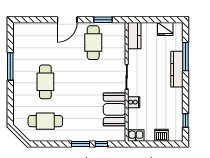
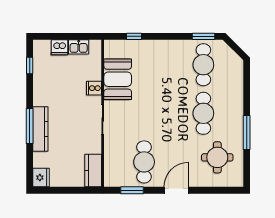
fridge: (165, 29) -> (41, 178), moved, turned 90
round table: (34, 46) -> (217, 157), added
window: (186, 57) -> (30, 126), moved
cafe table: (45, 121) -> (203, 65), turned 90
kitchen sink: (136, 135) -> (79, 47), moved
window: (81, 144) -> (204, 36), moved

